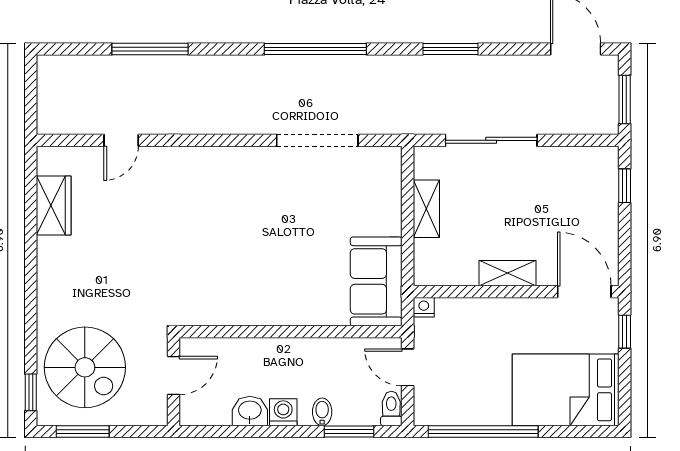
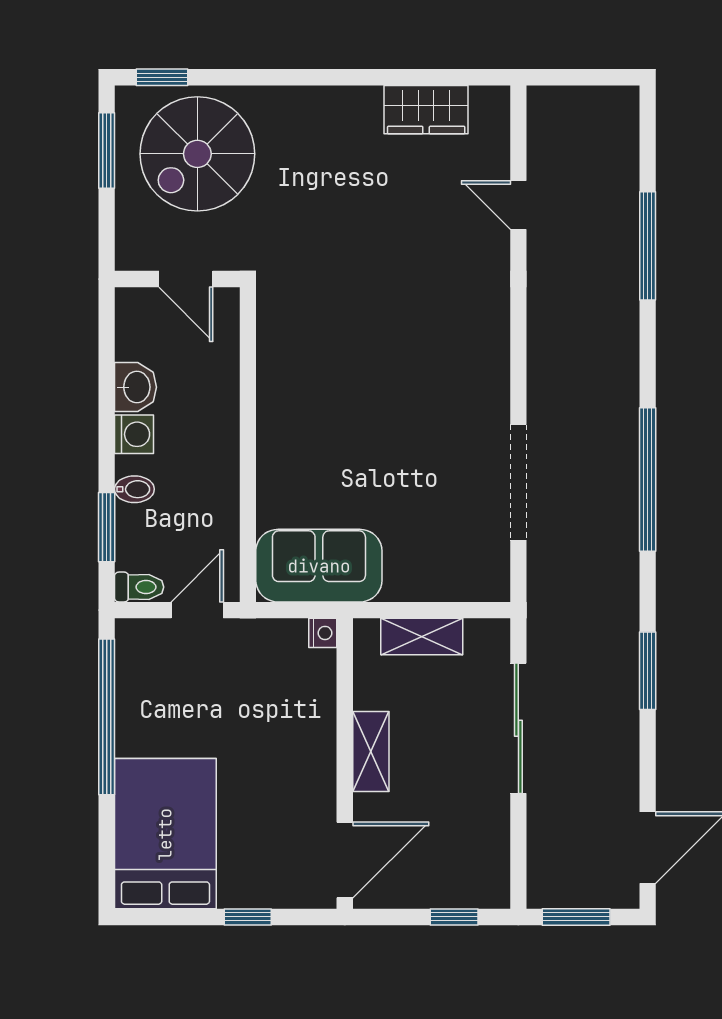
shelving: (508, 273) -> (371, 751), moved
wall: (516, 292) -> (345, 764), moved
door: (584, 292) -> (345, 860), moved
nightstand: (424, 307) -> (323, 633), moved

